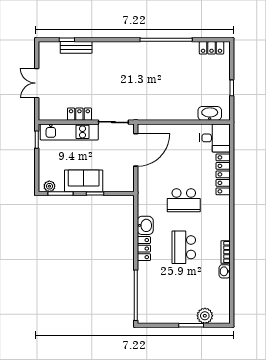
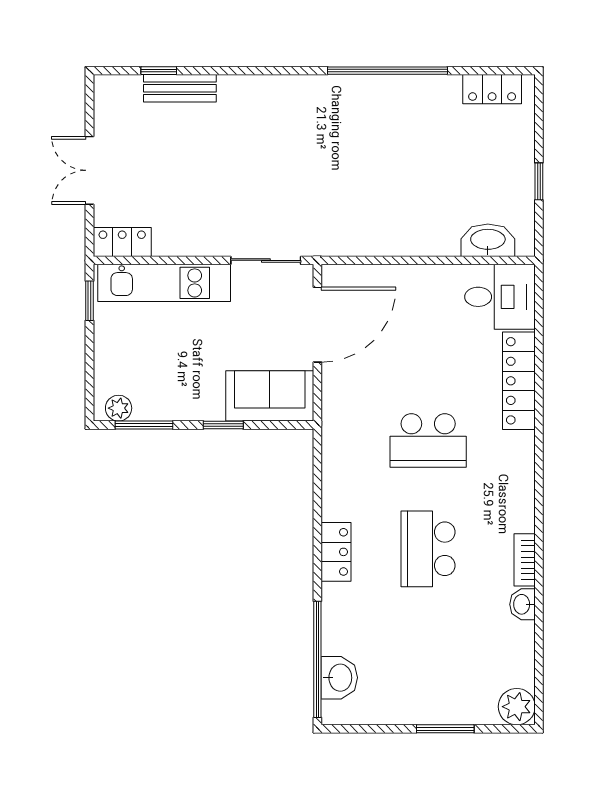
locker: (79, 114) -> (122, 242), moved
sofa: (84, 181) -> (270, 396), moved
washbasin: (145, 225) -> (339, 678), moved
plant: (205, 316) -> (517, 707), moved

